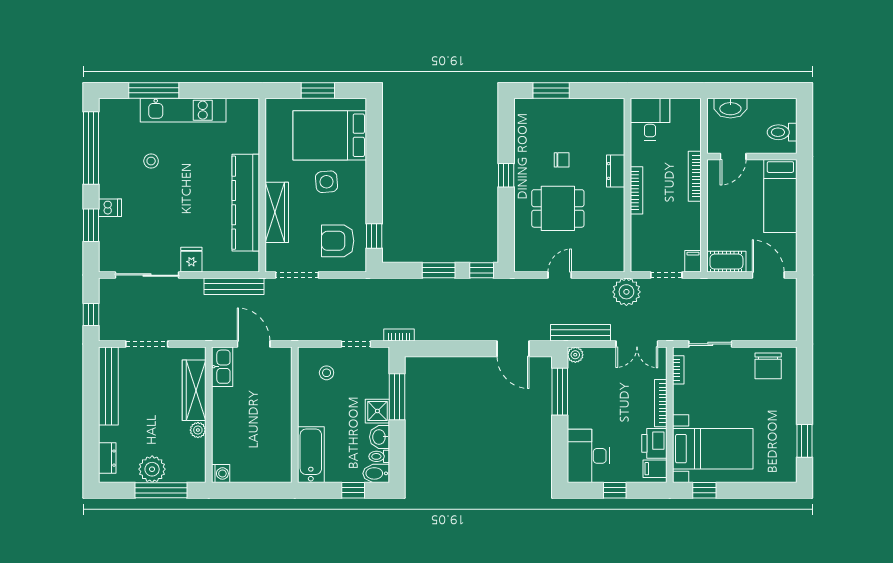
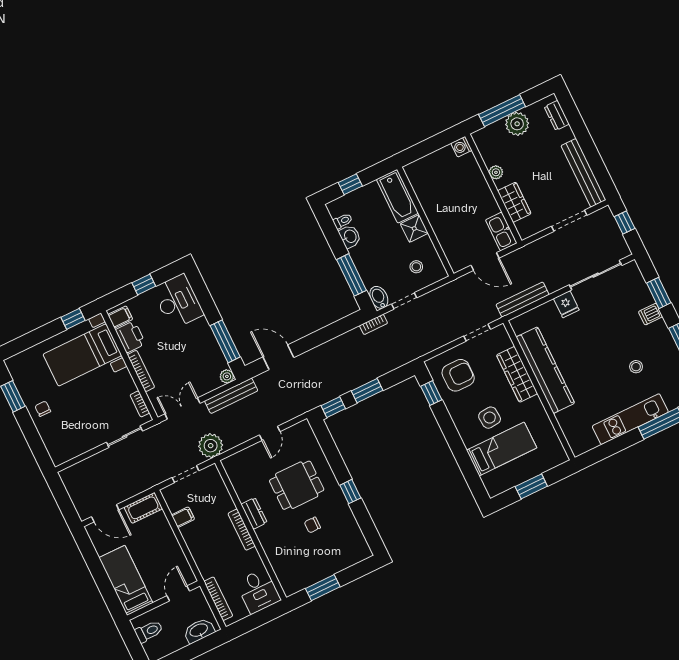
window: (551, 90) -> (323, 588), moved
bed: (330, 135) -> (502, 449), width x0.67
dresser: (616, 171) -> (254, 513), moved
bookcase: (695, 176) -> (218, 599), moved
filing cabinet: (693, 261) -> (183, 517), moved, turned -90
doorway: (297, 275) -> (477, 333), width x0.73
chair: (768, 366) -> (43, 409), moved, width x0.54, depth x0.54
wardrobe: (194, 390) -> (514, 202), width x0.67
shower: (377, 411) -> (414, 229), moved
bidet: (376, 473) -> (379, 297), moved, turned -90

